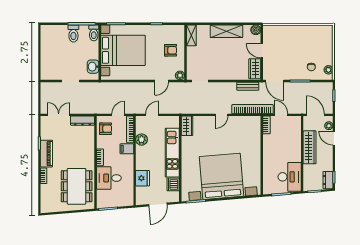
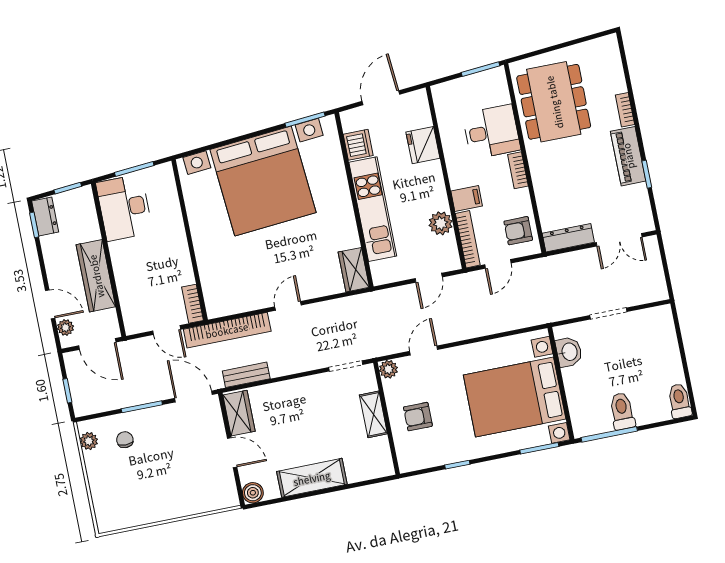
toilet: (94, 33) -> (680, 401), moved
shelving: (191, 35) -> (373, 414), moved

